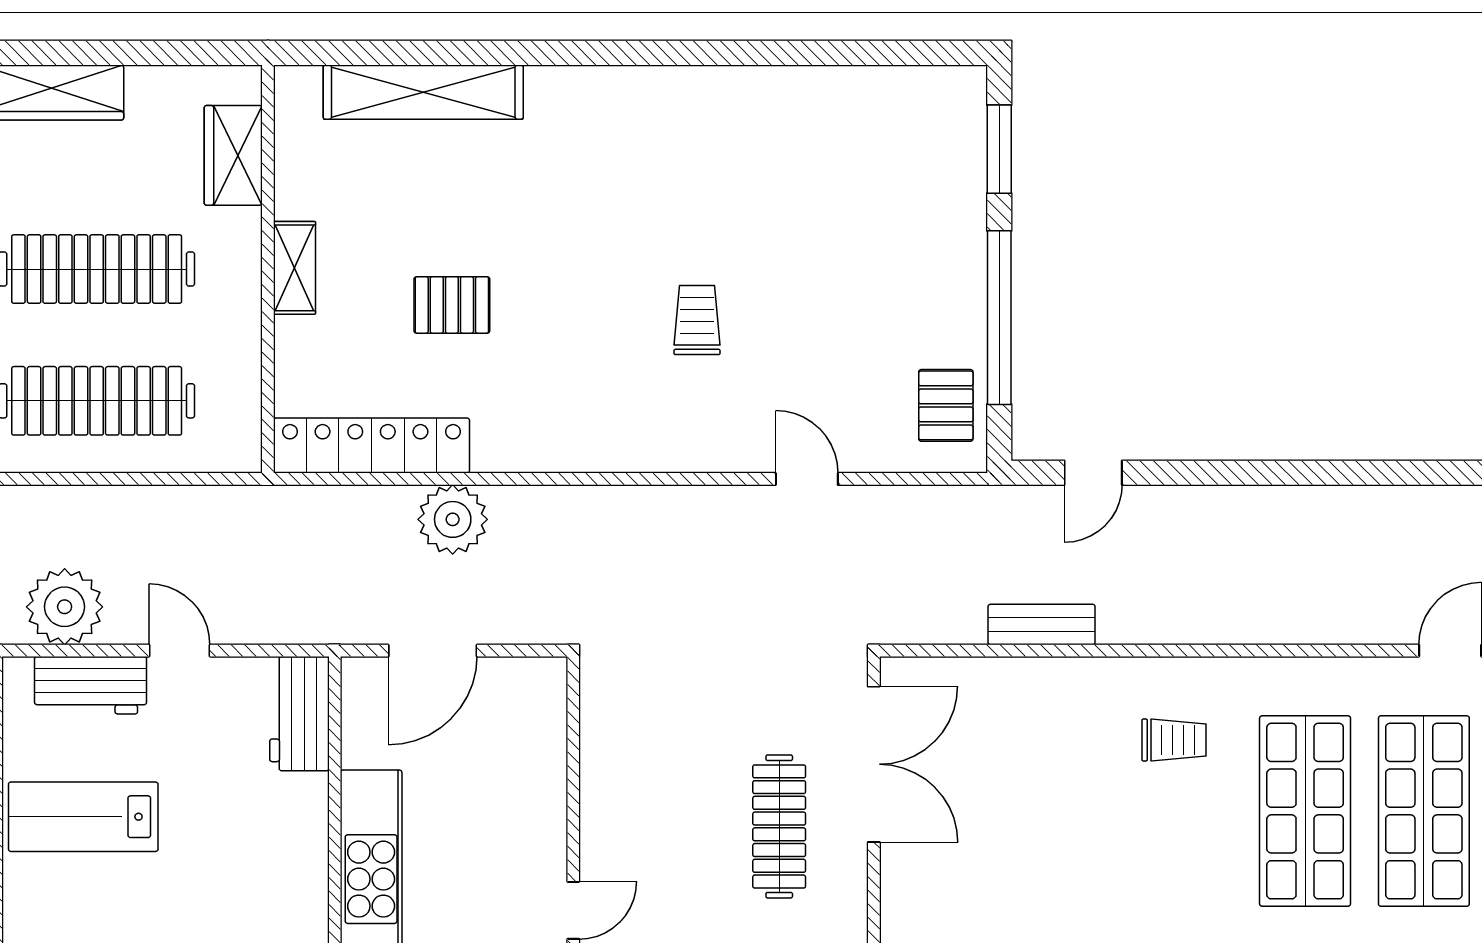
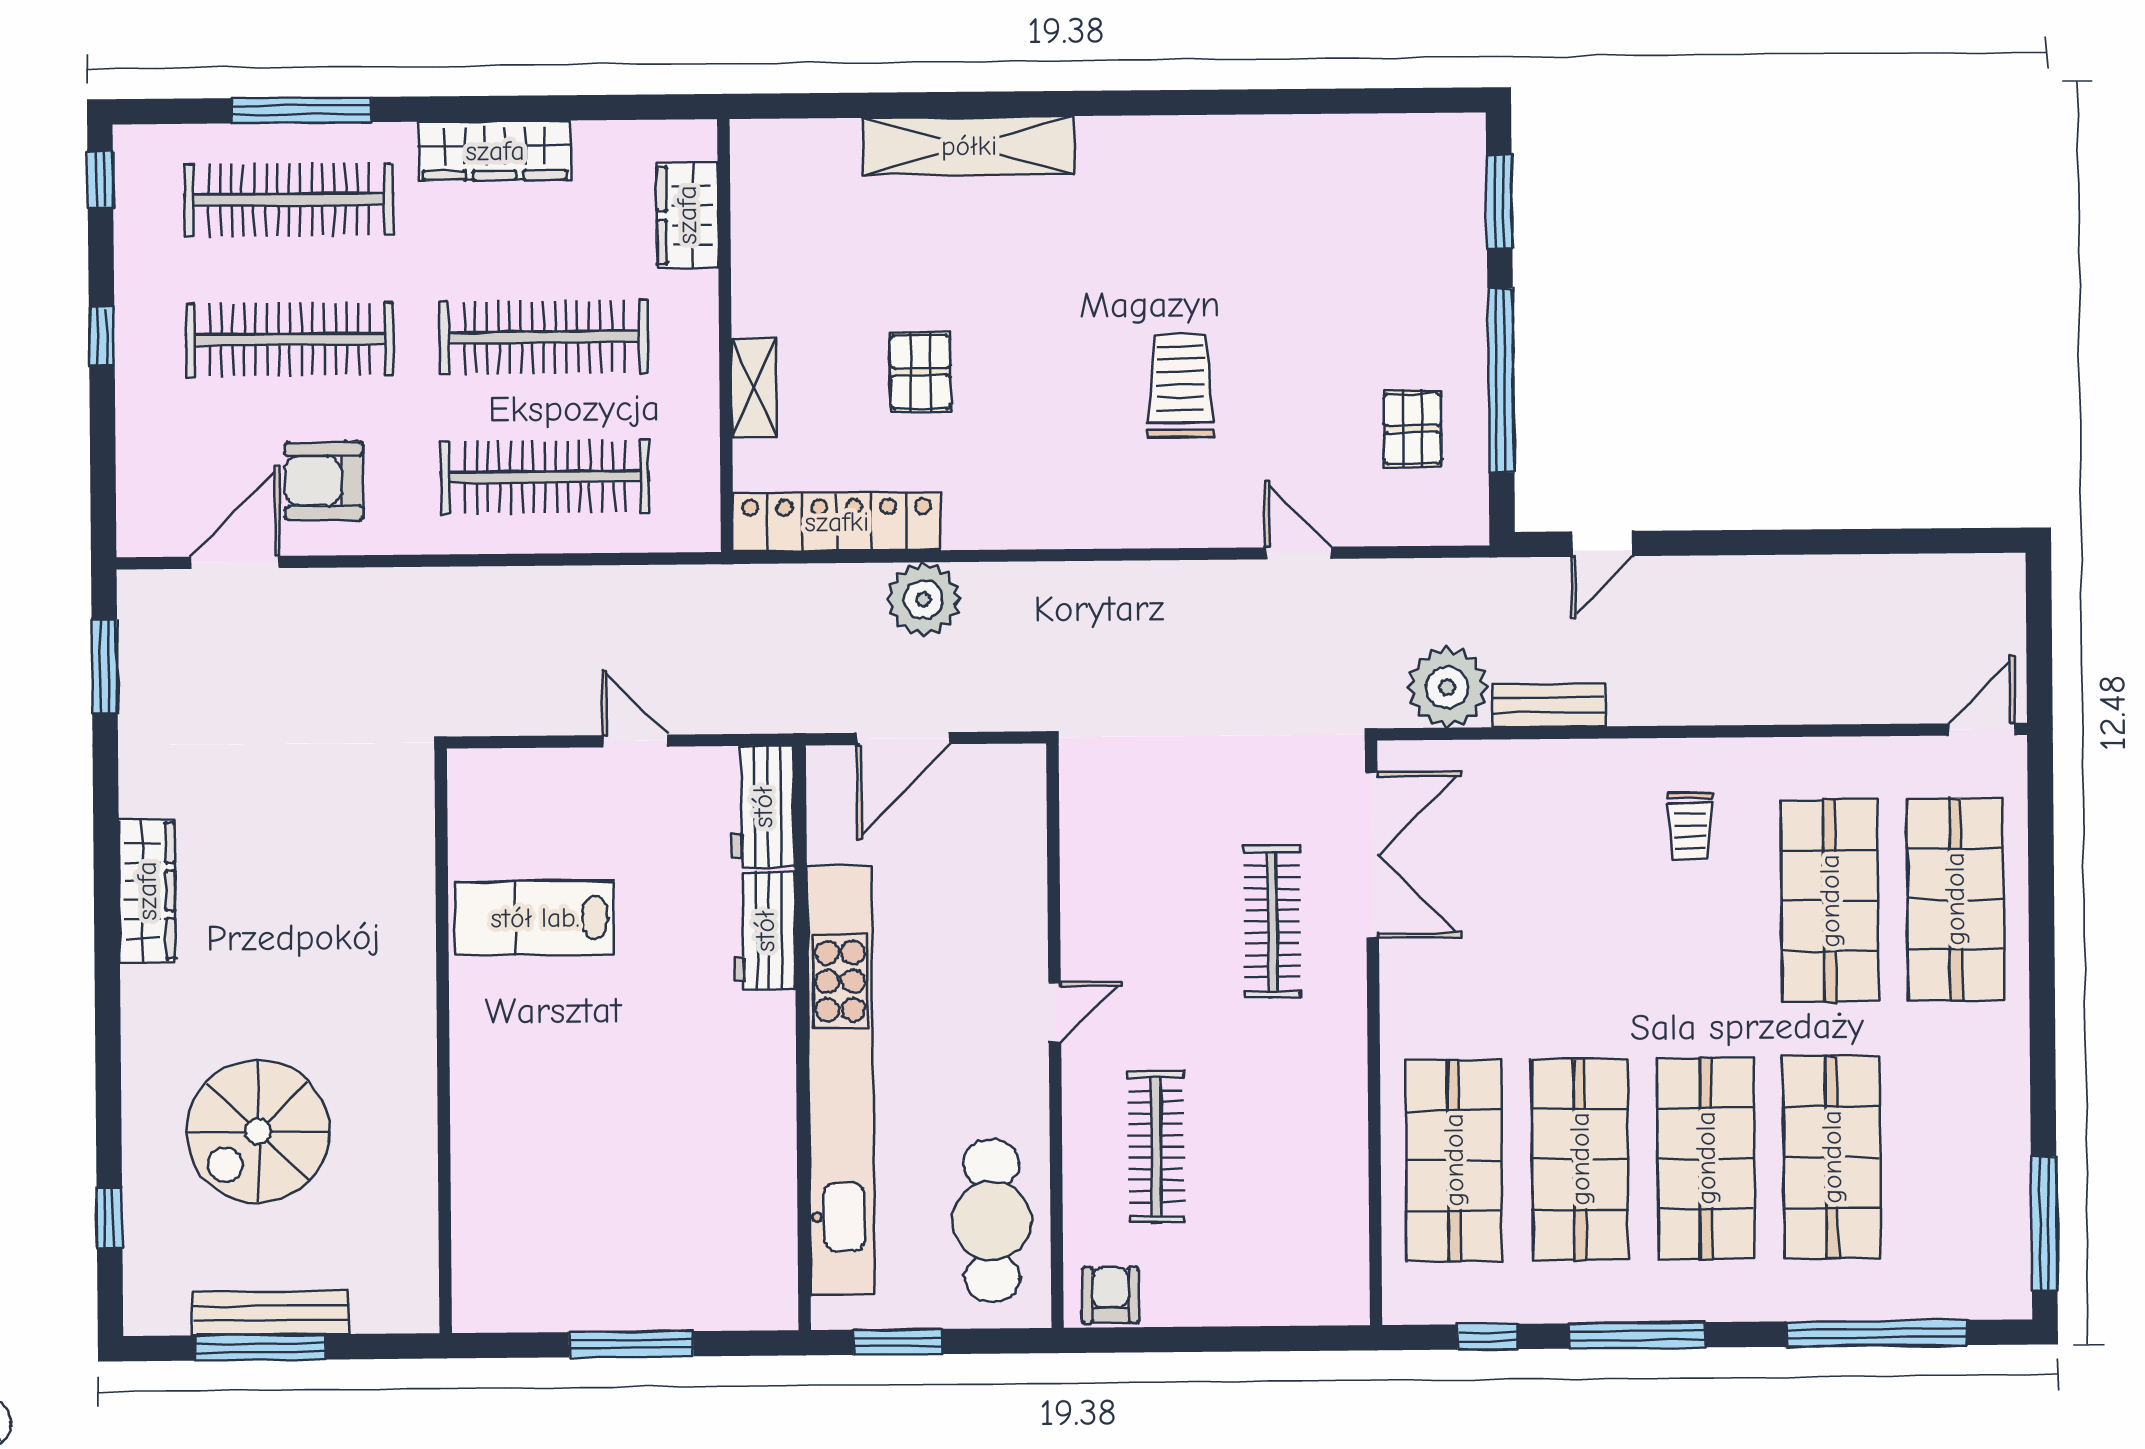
shelving: (423, 92) -> (969, 146), moved
shelving: (295, 268) -> (754, 388), moved
pallet: (452, 305) -> (920, 372), turned 90
trolley: (697, 320) -> (1180, 386), width x1.36, depth x1.39
pallet: (946, 405) -> (1413, 429), moved
plant: (65, 607) -> (1447, 687), moved
workbench: (91, 685) -> (765, 931), moved, turned 90
trolley: (1174, 740) -> (1690, 826), turned 90

